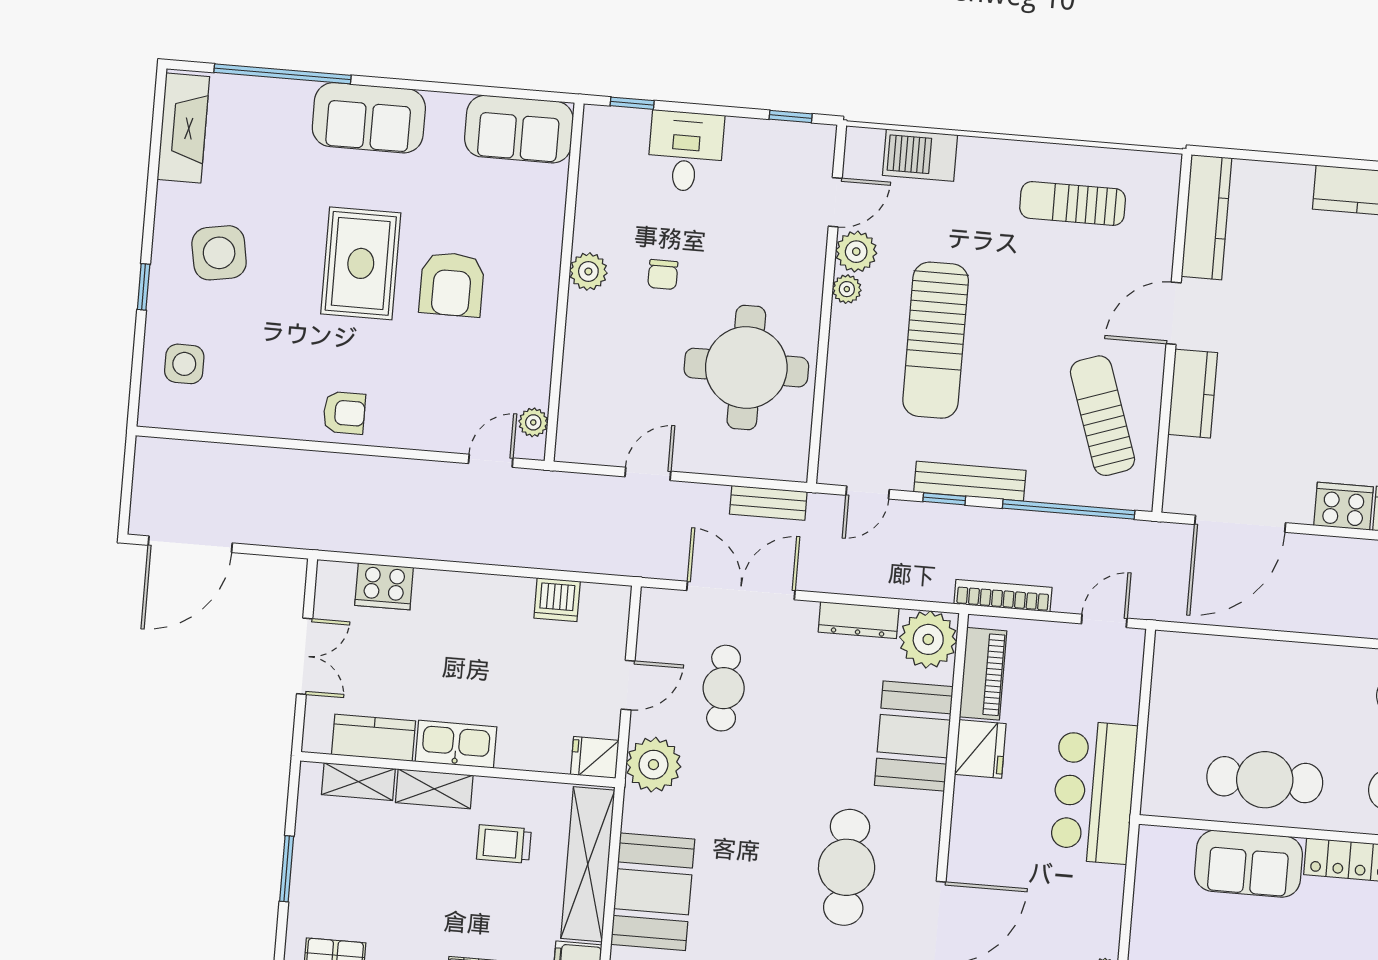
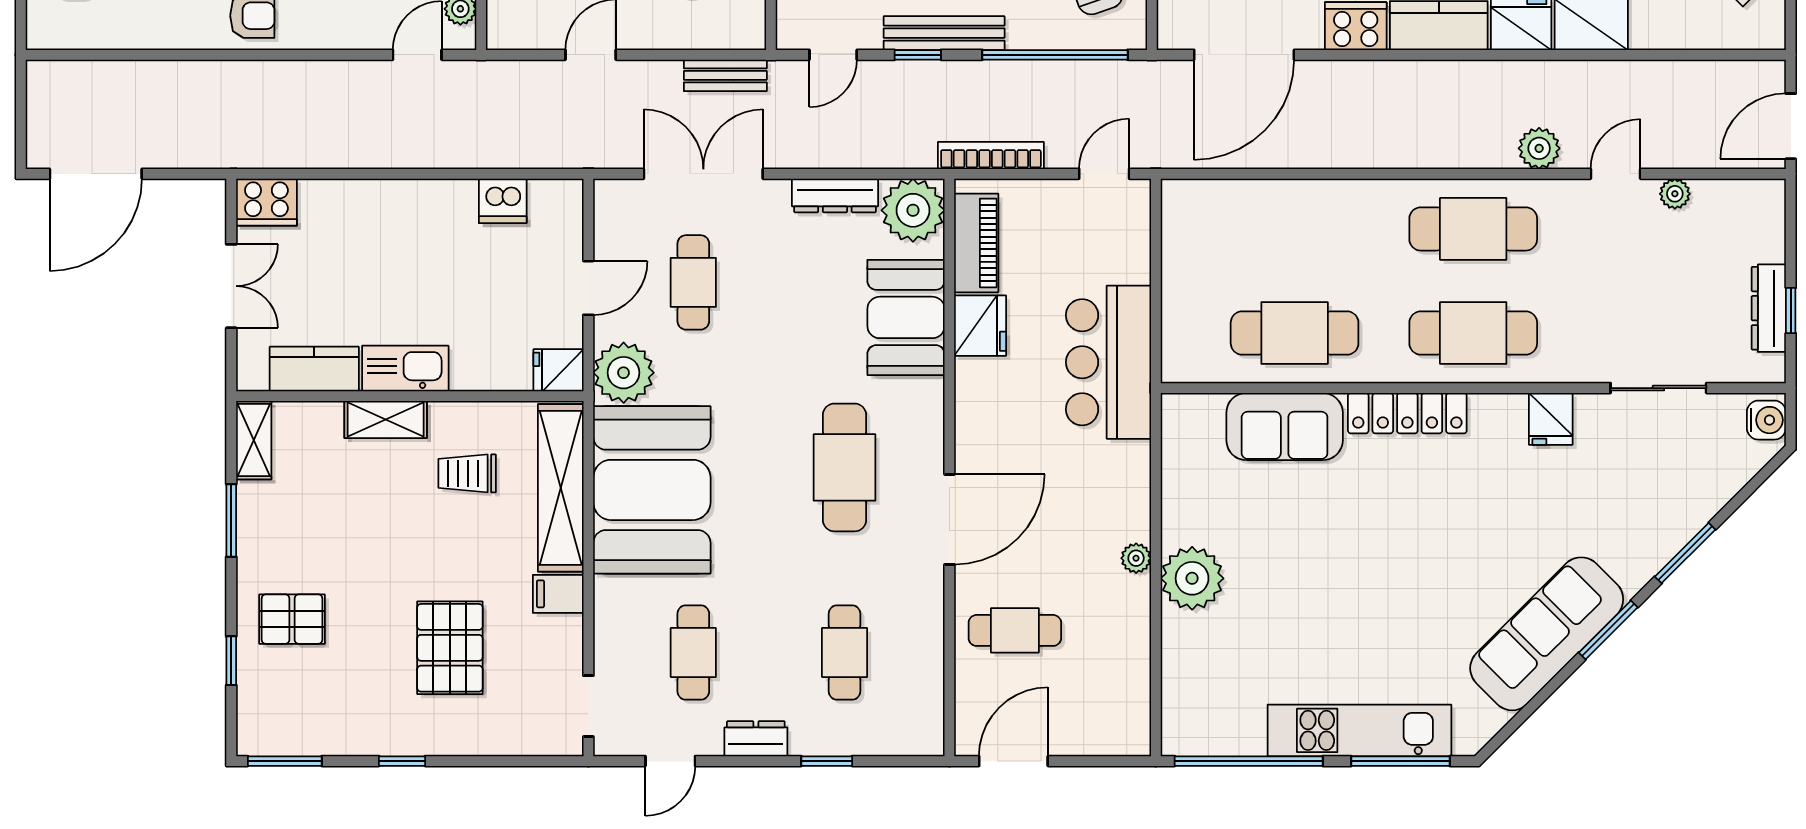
cooker: (384, 586) -> (266, 202), moved
shelving: (358, 782) -> (254, 440), moved, turned 90
booth: (653, 892) -> (652, 490), width x1.36, depth x1.42

